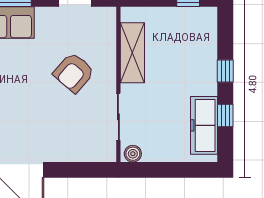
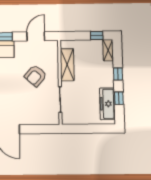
shelving: (208, 27) -> (108, 50), added
boiler: (133, 154) -> (68, 120), removed

